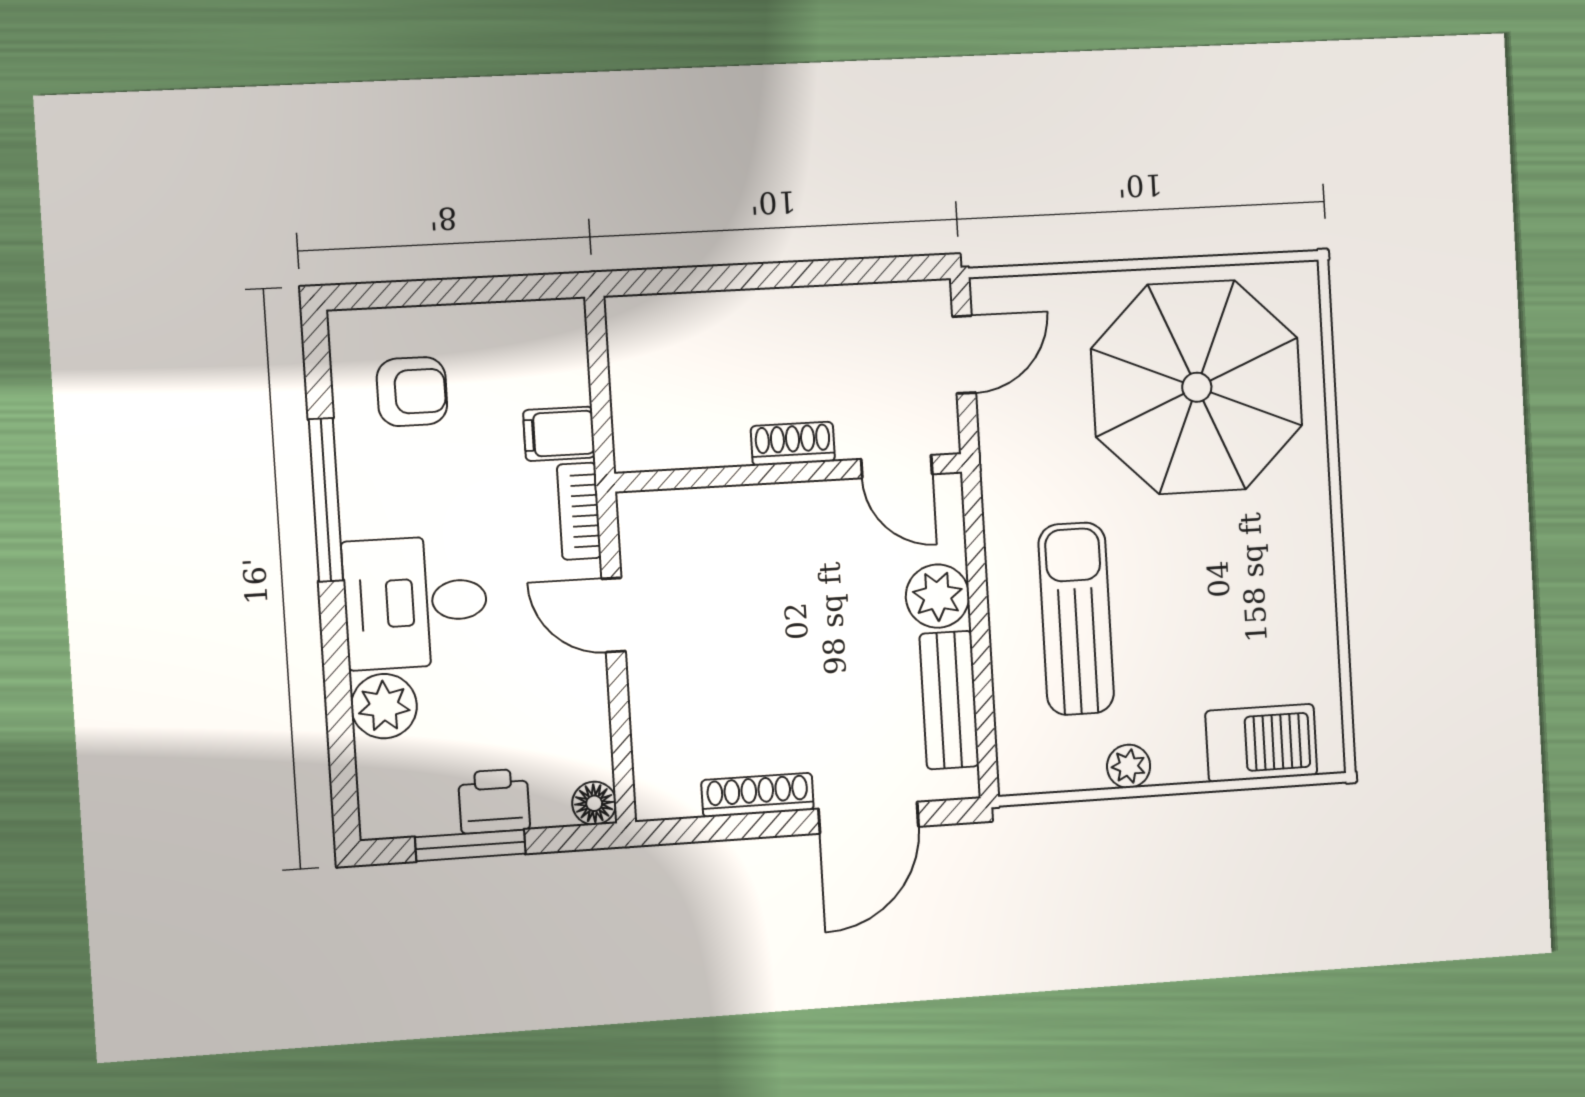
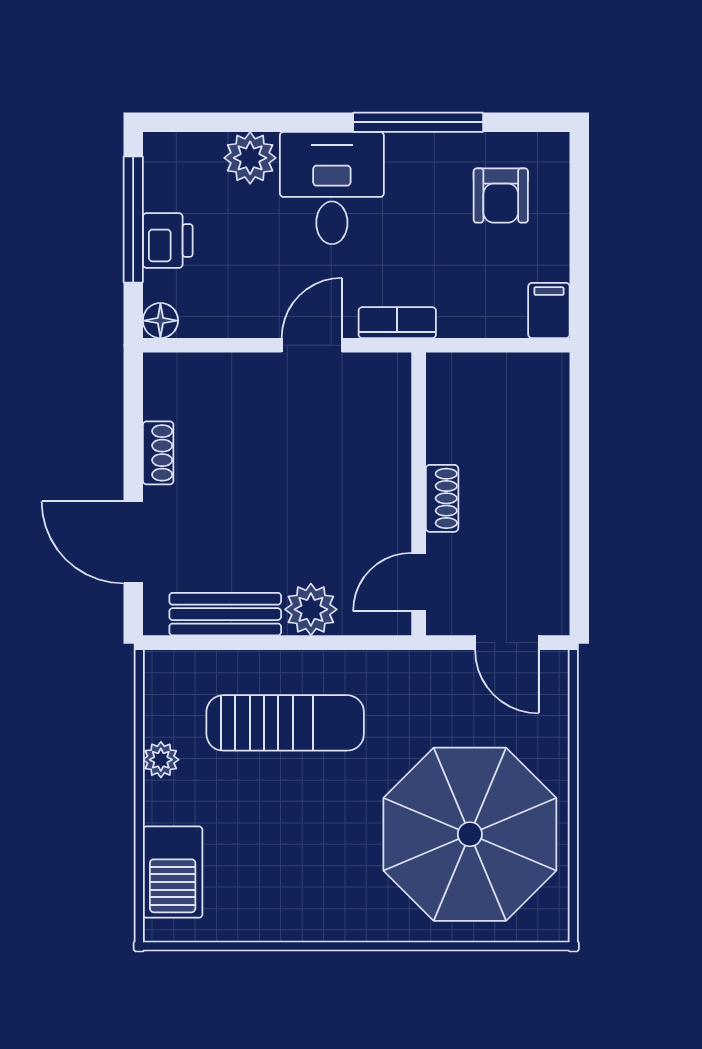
filing cabinet: (559, 434) -> (549, 310), moved
shoe rack: (758, 795) -> (158, 453), width x0.70
window: (470, 845) -> (133, 219), width x1.44

